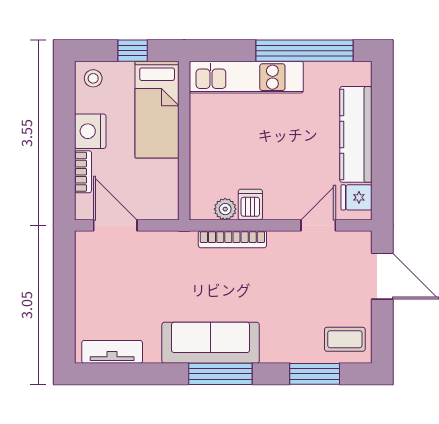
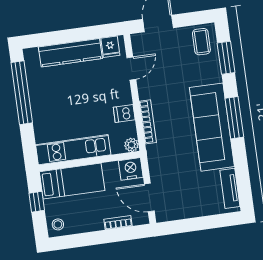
kitchen unit: (246, 77) -> (73, 150), moved, turned -90
nightstand: (90, 131) -> (131, 169), moved, turned 180
plant: (225, 209) -> (131, 145), moved
door: (115, 225) -> (149, 198), hinge flipped
door: (318, 225) -> (131, 69), swing flipped
sofa: (211, 343) -> (212, 127), width x1.36, depth x1.27

